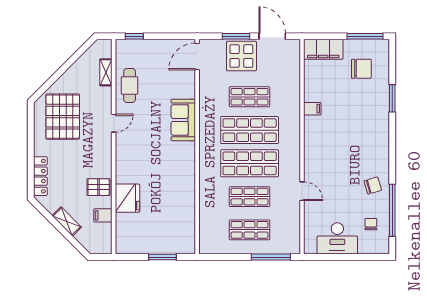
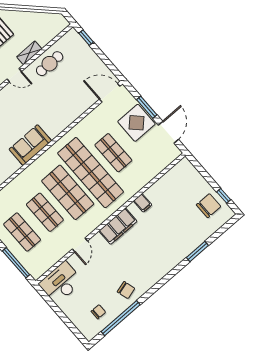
window: (365, 36) -> (224, 196), width x0.46
filing cabinet: (323, 49) -> (118, 226), moved, turned -90
chair: (361, 69) -> (209, 206), moved, turned -90
shelving: (106, 72) -> (29, 53), moved
sofa: (183, 120) -> (30, 145), moved
shop shelf: (250, 130) -> (91, 173), width x1.40
desk: (337, 238) -> (61, 283), moved, turned 90

